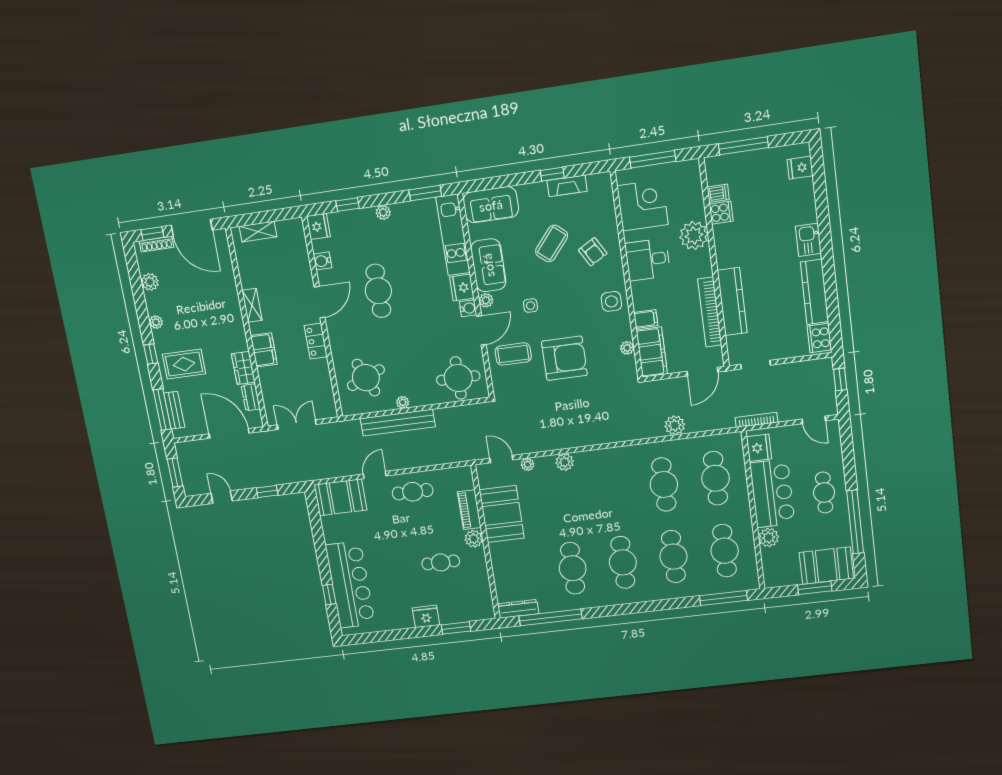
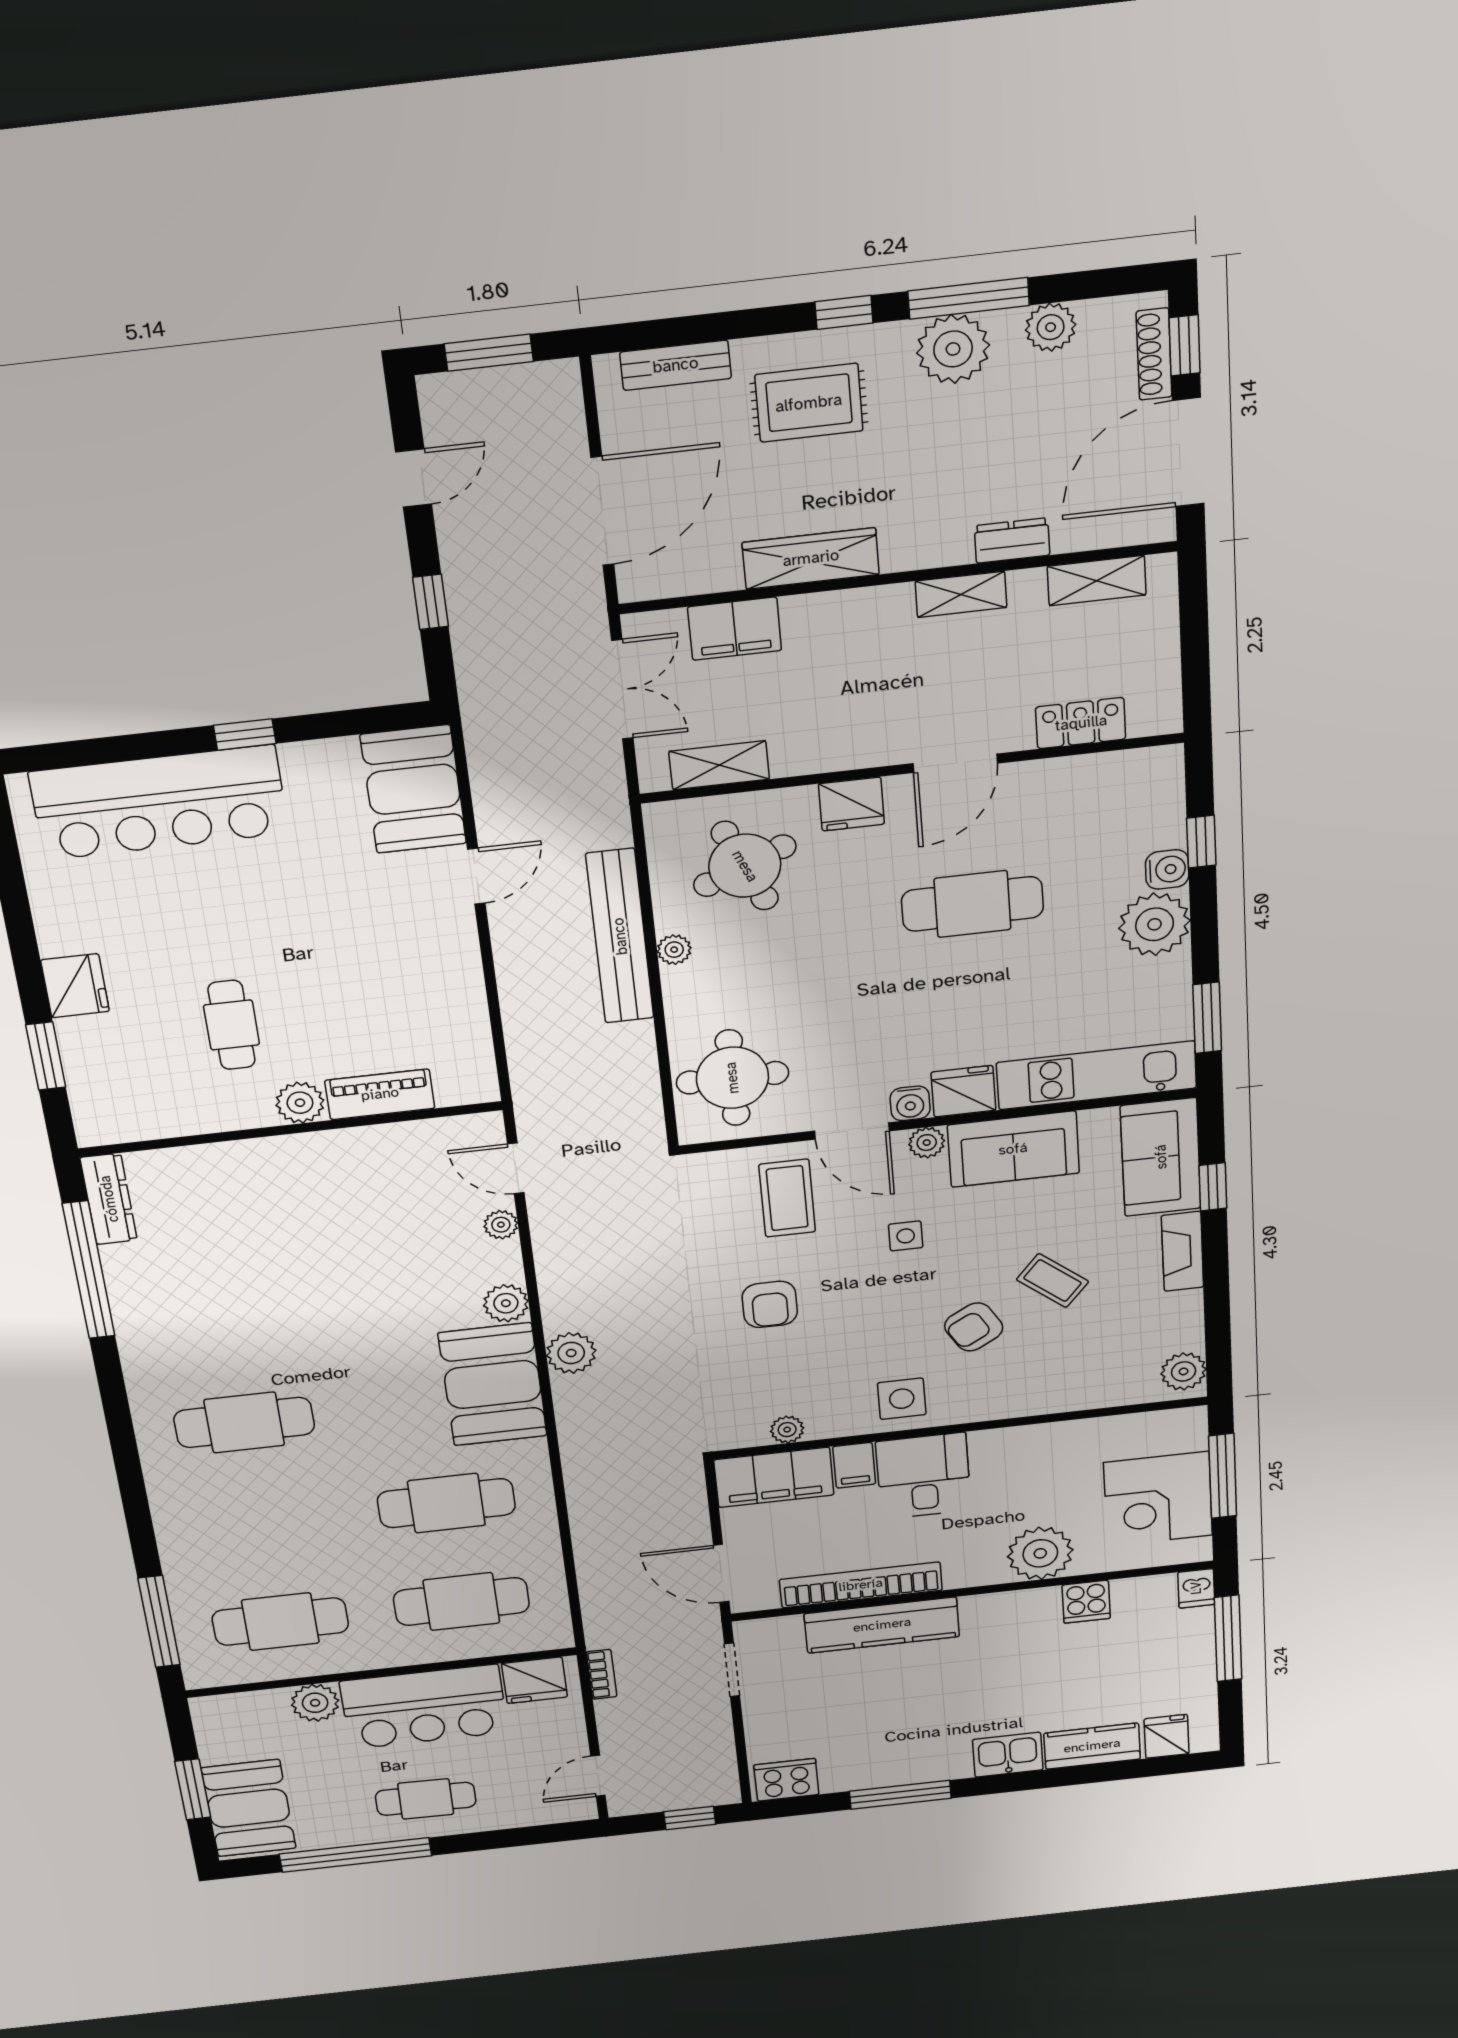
window: (552, 174) -> (1213, 1187), moved
plant: (597, 183) -> (1184, 1371), added
fireplace: (567, 186) -> (1183, 1251), moved
dishwasher: (718, 193) -> (1196, 1588), moved
corner desk: (642, 205) -> (1158, 1499), moved, turned 90
plant: (383, 212) -> (1155, 924), width x1.88, depth x1.88
fridge: (318, 226) -> (851, 804), moved
shelving: (258, 231) -> (1097, 581), moved, turned 90
coffee table: (552, 243) -> (1052, 1281), width x0.73, depth x0.77
armchair: (593, 252) -> (974, 1327), moved
desk: (648, 260) -> (923, 1476), moved
water cooler: (322, 261) -> (1167, 869), moved, turned 90
window: (830, 287) -> (900, 1795), added
kitchen counter: (814, 292) -> (1092, 1746), moved, width x0.67
door: (320, 302) -> (955, 763), hinge flipped
plant: (156, 322) -> (953, 349), width x1.88, depth x1.88
locker: (316, 341) -> (1081, 723), moved
filing cabinet: (264, 350) -> (735, 629), moved
armchair: (564, 358) -> (770, 1304), width x0.53, depth x0.53
rug: (184, 364) -> (809, 403), turned 90
wardrobe: (243, 368) -> (811, 558), width x1.50
shelving: (325, 389) -> (719, 765), added
dresser: (251, 397) -> (1012, 541), moved
window: (162, 409) -> (969, 298), moved
bookcase: (756, 420) -> (602, 1674), width x0.64
plant: (675, 425) -> (571, 1353), moved
door: (501, 459) -> (516, 1168), swing flipped
door: (375, 475) -> (476, 876), hinge flipped
cafe table: (413, 492) -> (429, 965), removed
booth: (502, 514) -> (493, 1384), moved, turned 90
cafe table: (673, 557) -> (263, 1524), removed
cafe table: (573, 568) -> (225, 1318), removed
window: (329, 595) -> (245, 734), moved

